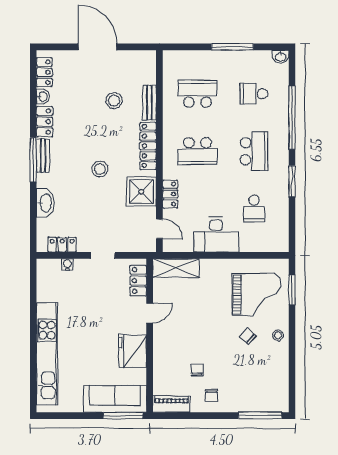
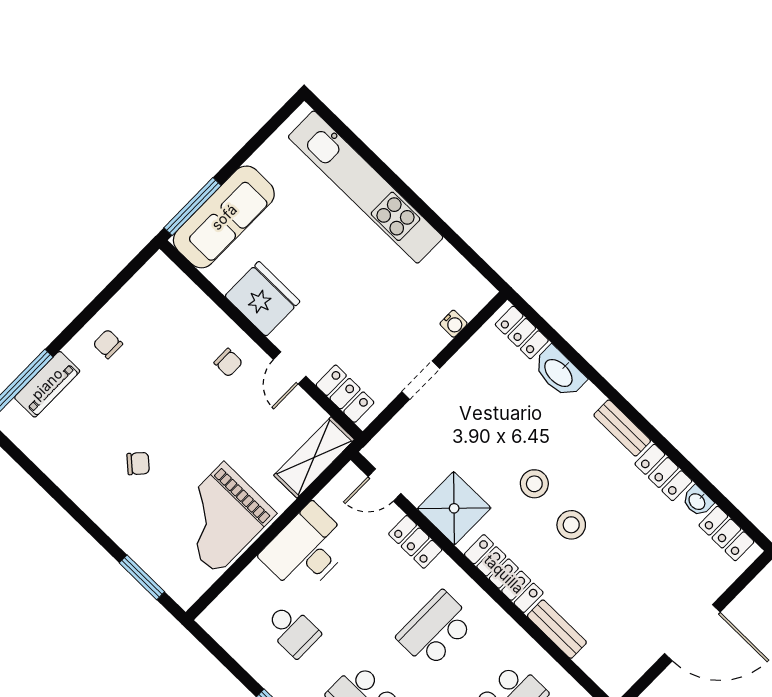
stool: (114, 101) -> (571, 525), moved
window: (33, 160) -> (629, 410), removed
school desk: (254, 209) -> (292, 630), turned 180
locker: (62, 245) -> (522, 332), moved, turned 90
grand piano: (257, 294) -> (220, 518), moved
stool: (278, 335) -> (102, 503), removed
chair: (197, 370) -> (228, 363), moved
piano: (171, 404) -> (47, 384), moved

